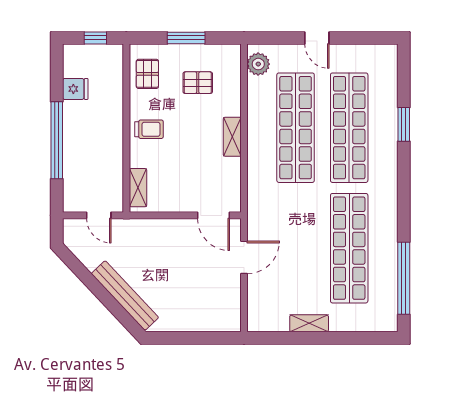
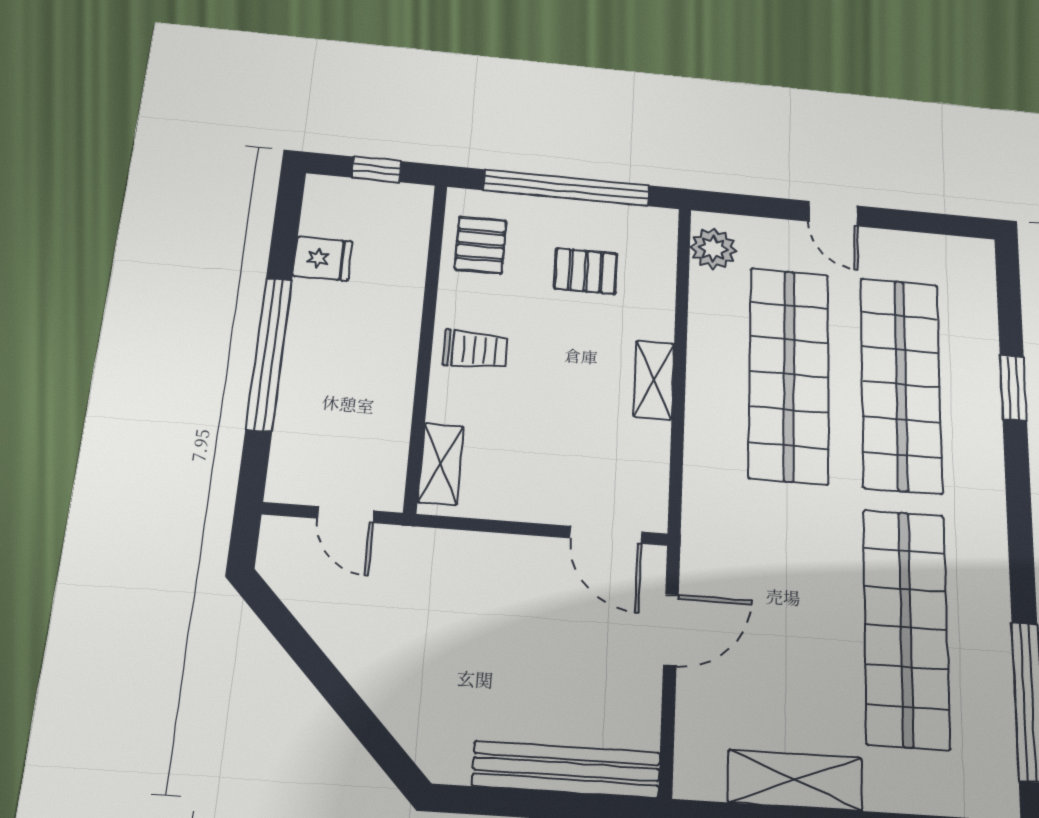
window: (186, 38) -> (566, 188), width x2.11
bench: (125, 296) -> (567, 769), moved, turned -47
shelving: (309, 323) -> (795, 780), width x1.50, depth x1.33

